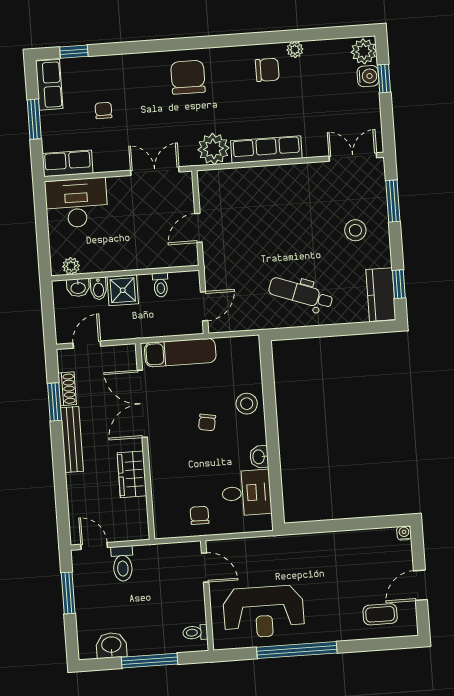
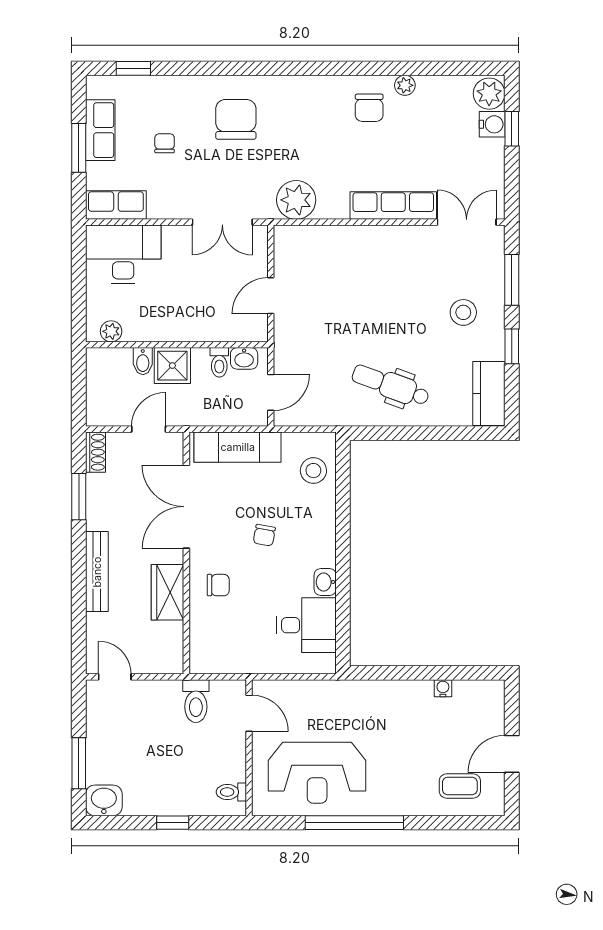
chair: (267, 70) -> (369, 108), turned 90
chair: (188, 77) -> (236, 119), moved
row of seats: (49, 85) -> (100, 130), moved
row of seats: (266, 150) -> (393, 205), moved
double door: (155, 171) -> (222, 222), swing flipped
window: (399, 284) -> (512, 346), moved
washbasin: (78, 288) -> (244, 358), moved
door: (87, 345) -> (149, 429), moved
shoe rack: (67, 389) -> (95, 452), moved
stool: (247, 404) -> (313, 471), moved
bench: (72, 439) -> (97, 572), moved
chair: (200, 515) -> (218, 585), moved, turned 90
water cooler: (404, 533) -> (443, 688), moved
toilet: (123, 564) -> (196, 701), moved
window: (68, 593) -> (79, 763), moved
washbasin: (111, 645) -> (104, 800), moved
window: (150, 661) -> (173, 823), width x0.46

